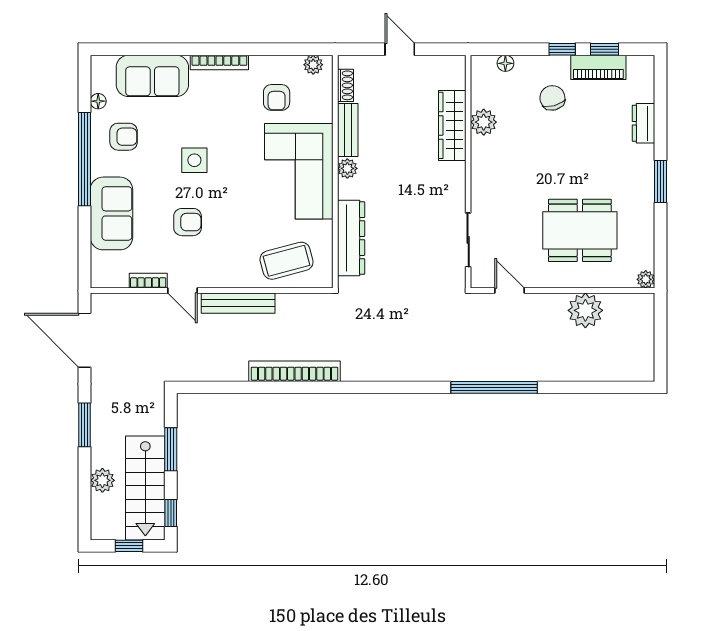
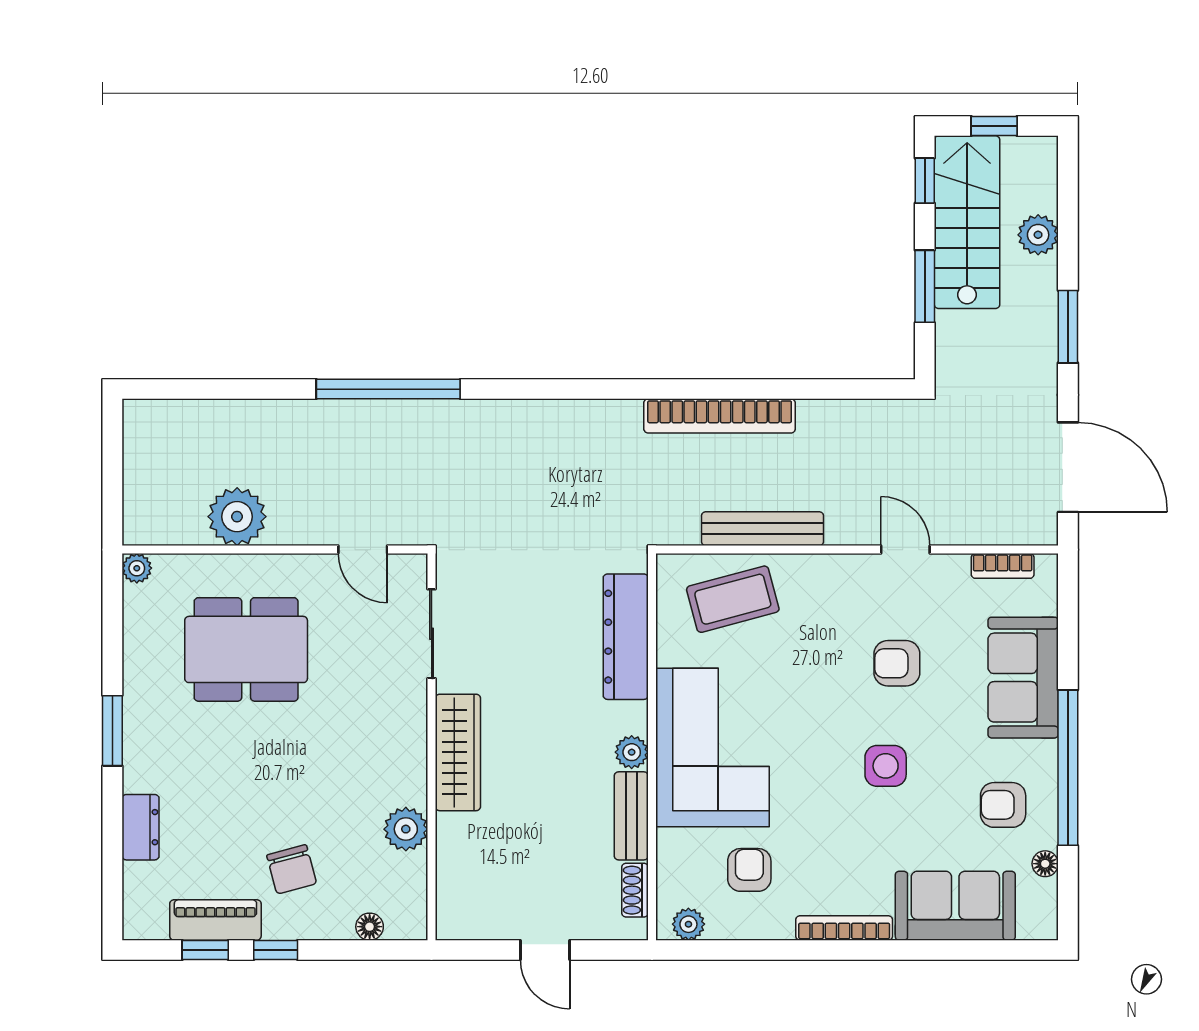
wardrobe: (452, 125) -> (458, 752), moved
bookcase: (148, 281) -> (1003, 566), moved
bench: (238, 303) -> (762, 529), moved

